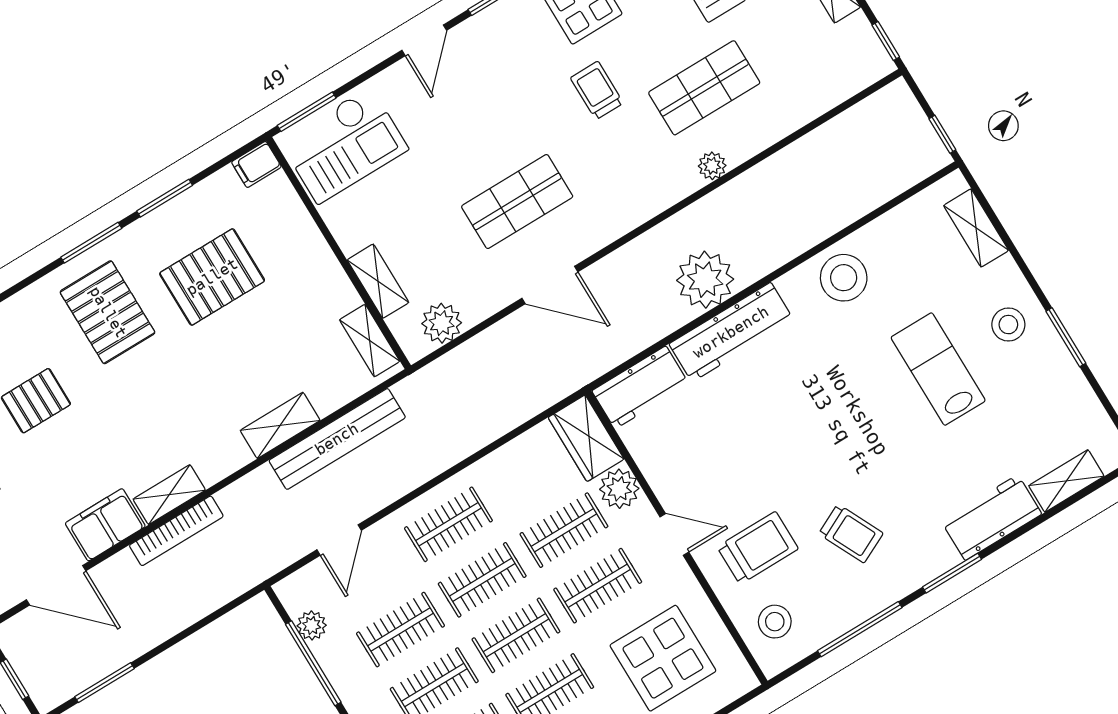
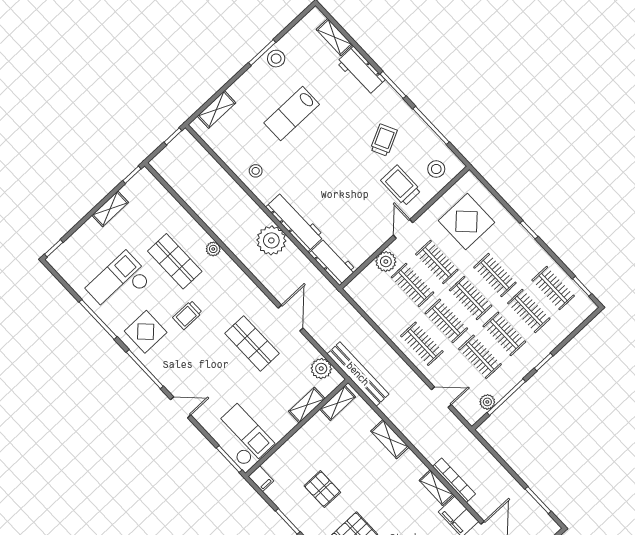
pallet: (212, 277) -> (322, 489), width x0.67, depth x0.71
stool: (844, 278) -> (256, 171), width x0.53, depth x0.53
stool: (1008, 325) -> (276, 59), moved
wardrobe: (586, 438) -> (364, 284), removed
bench: (337, 439) -> (358, 374), moved

